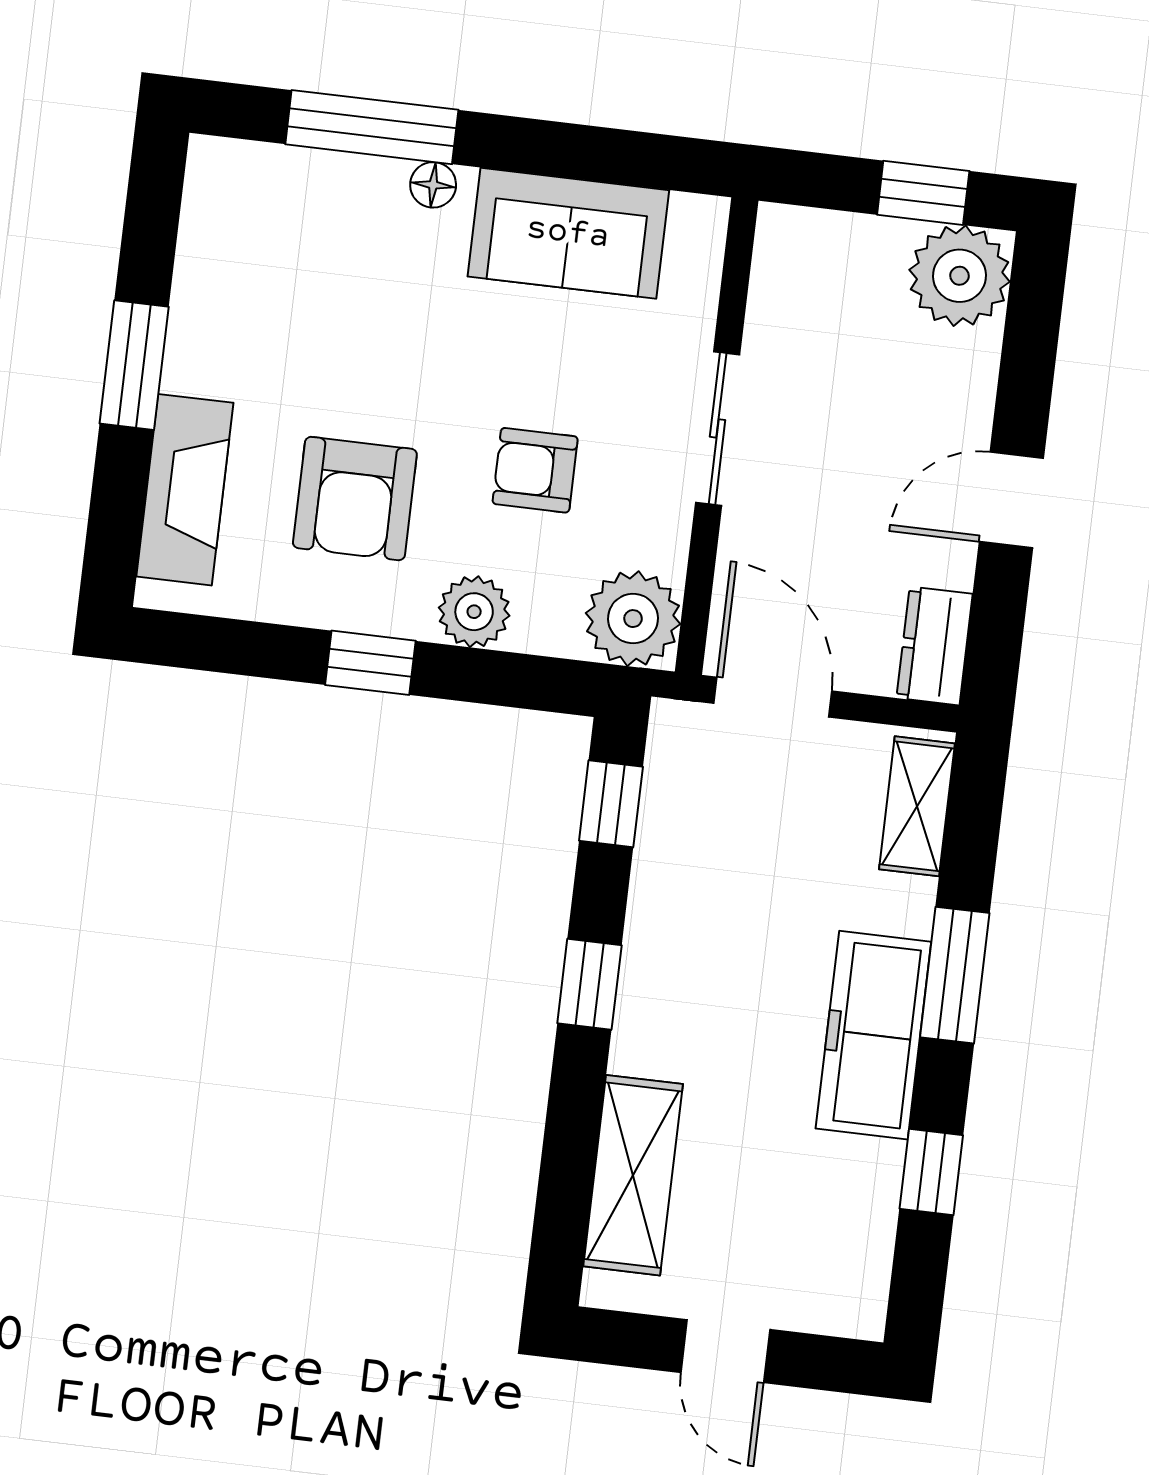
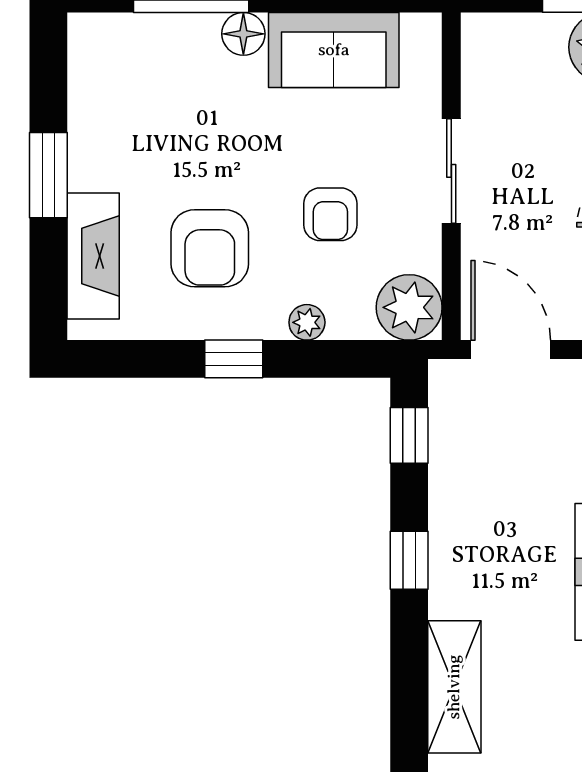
floor lamp: (433, 185) -> (243, 34), width x1.37, depth x1.37
armchair: (535, 470) -> (330, 214), turned -90
plant: (474, 612) -> (307, 322), width x0.73, depth x0.73

